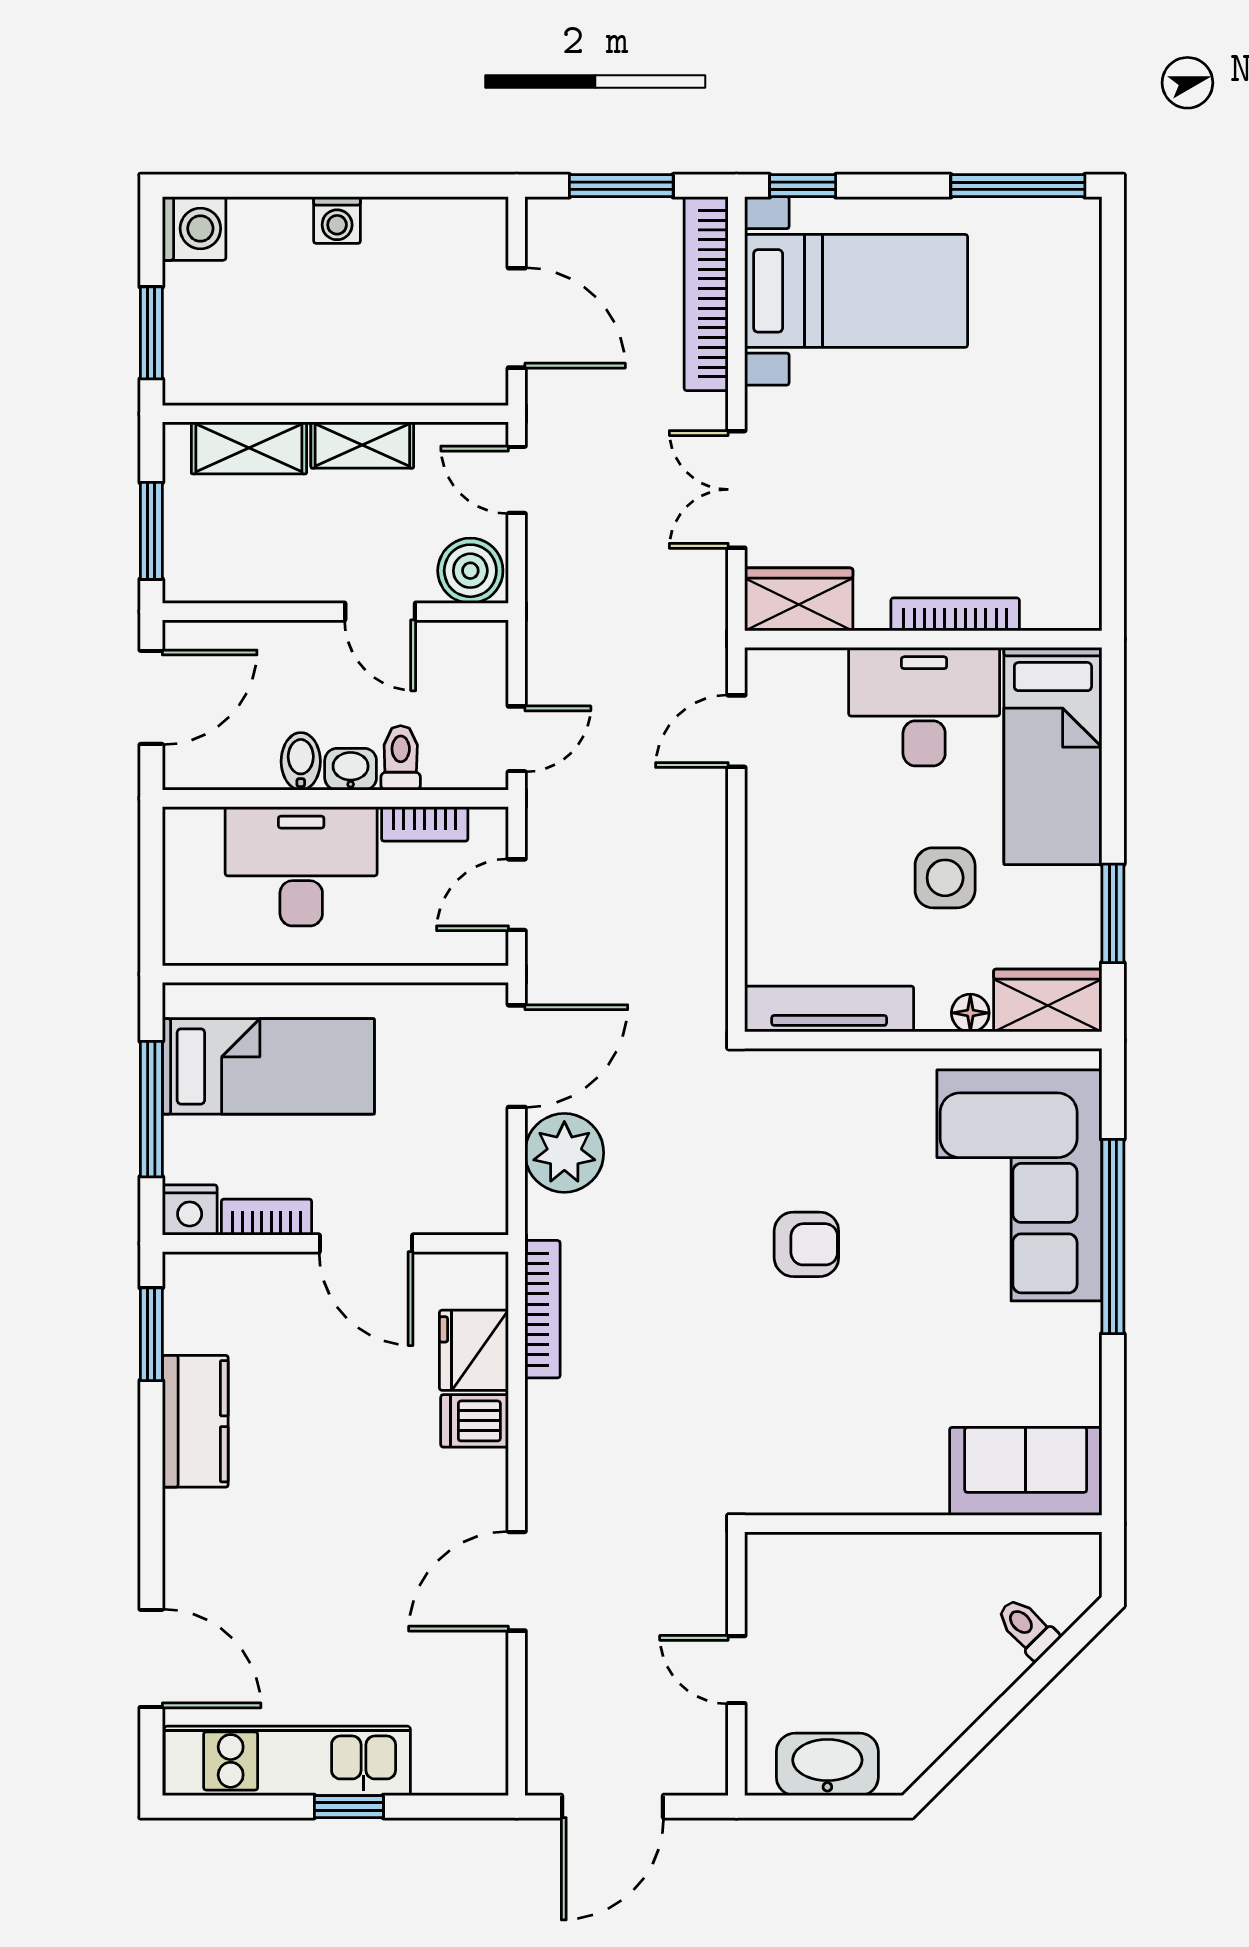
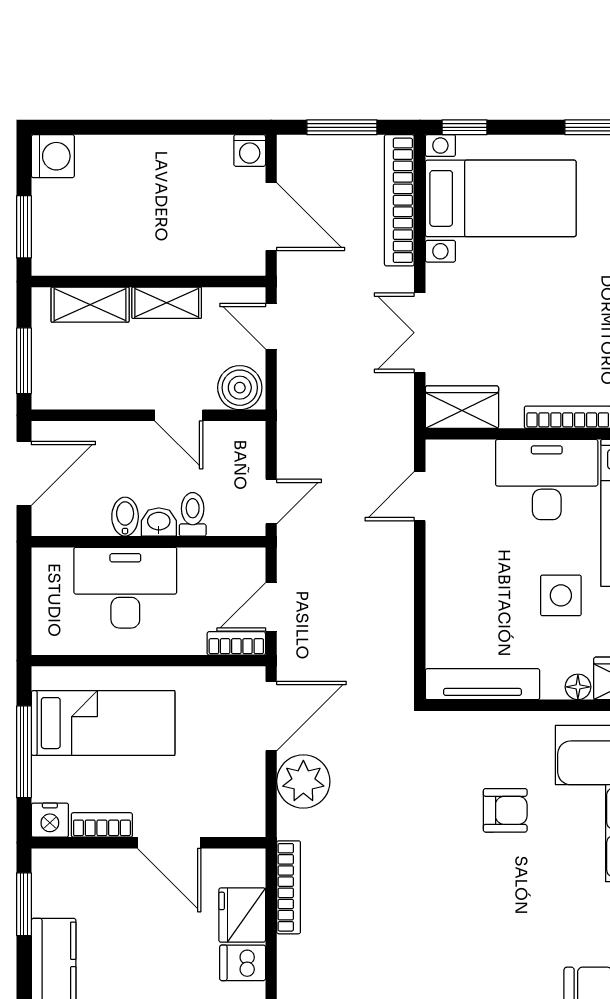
washing machine: (337, 220) -> (250, 151), moved
bookcase: (425, 824) -> (236, 643), moved, turned 180
armchair: (806, 1244) -> (505, 810), moved

